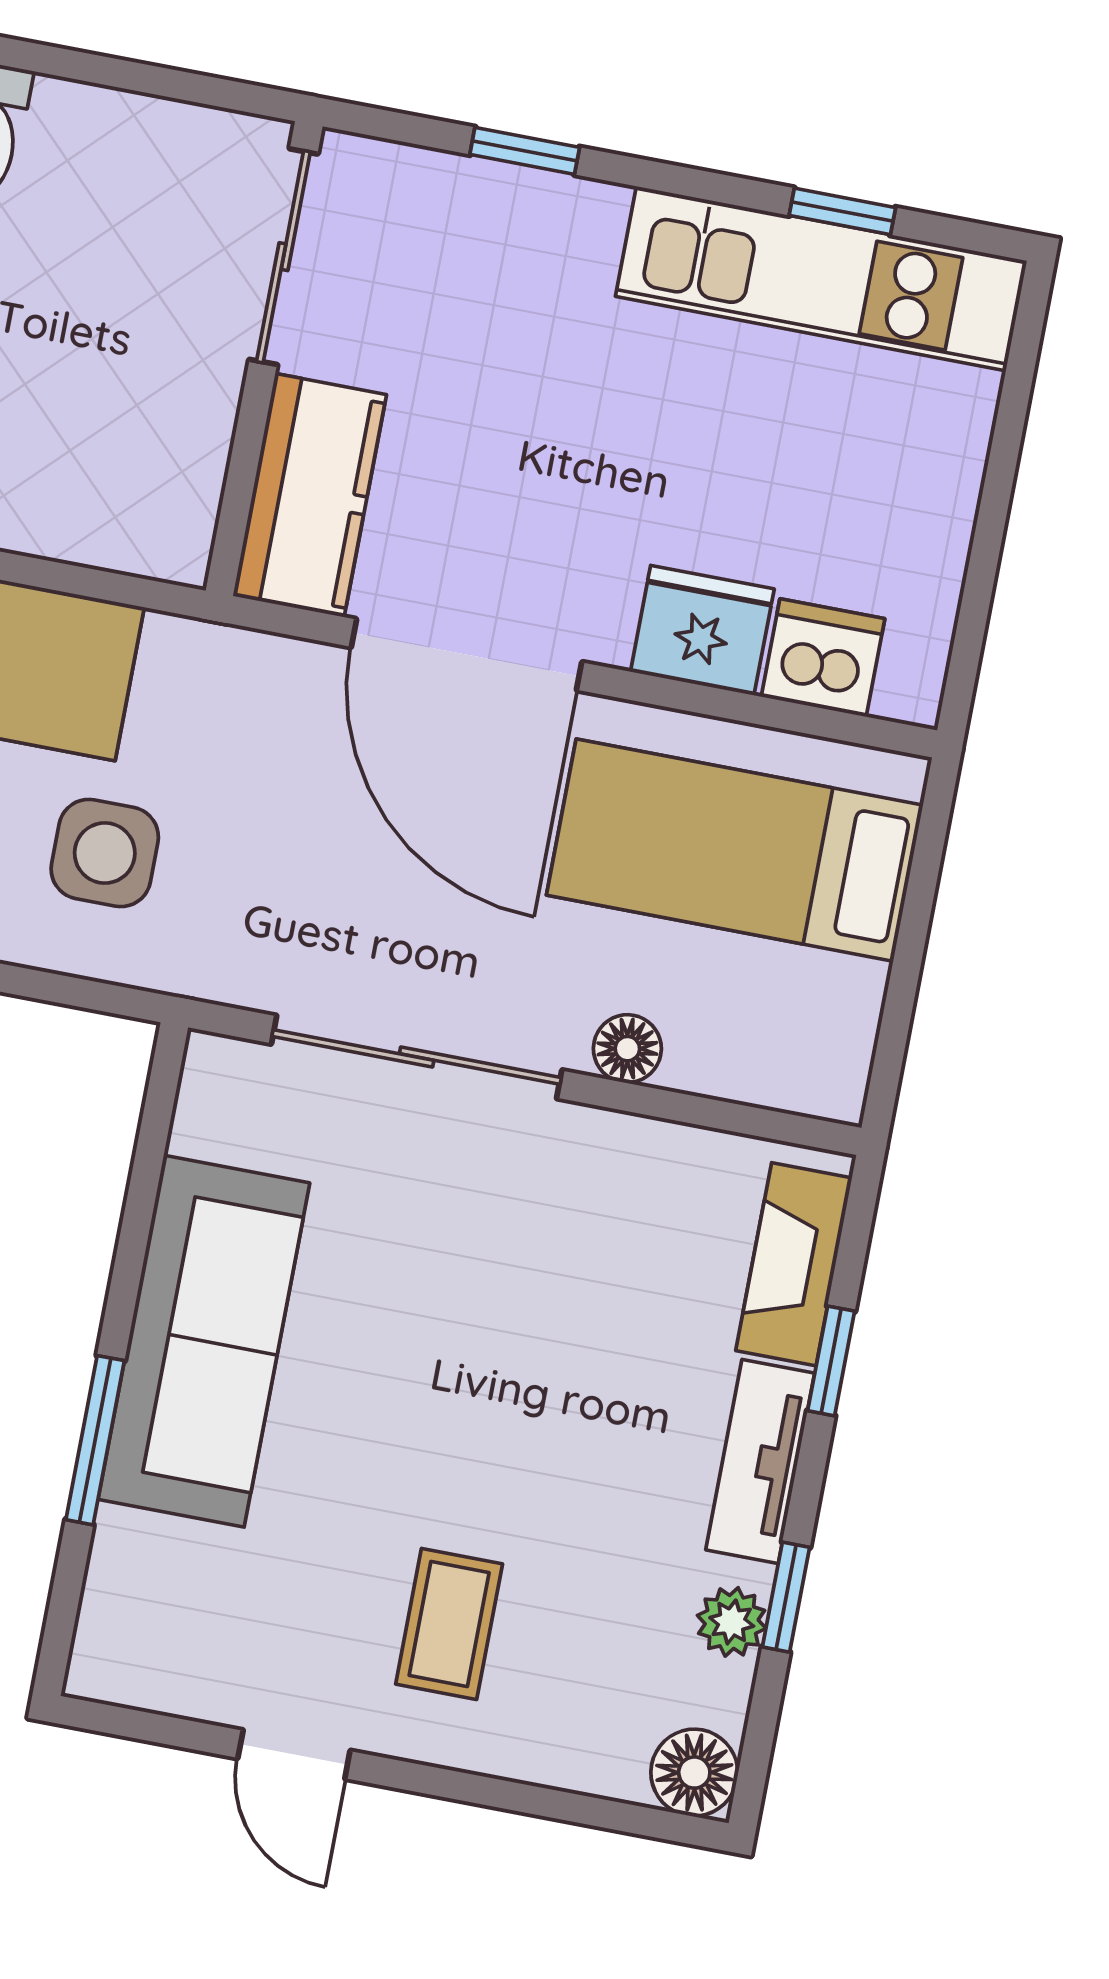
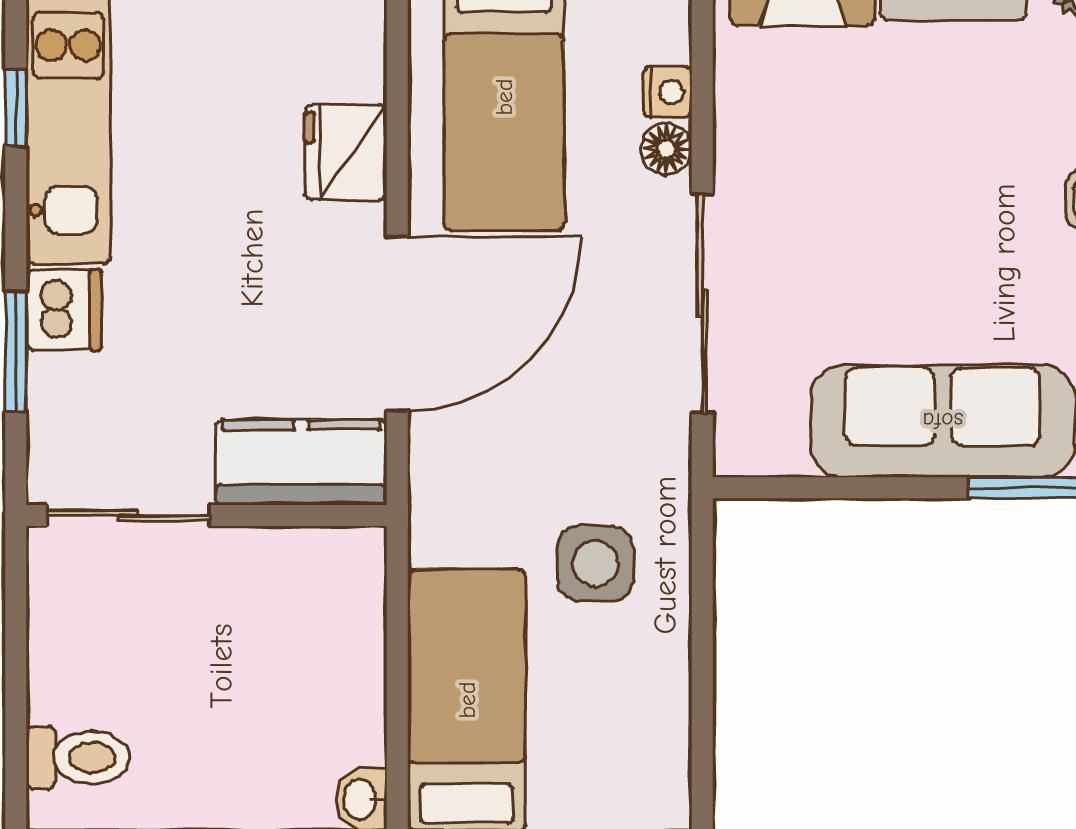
window: (525, 151) -> (16, 352), width x1.50
dishwasher: (823, 658) -> (64, 310), moved, turned 180
nightstand: (701, 1064) -> (668, 92), added

